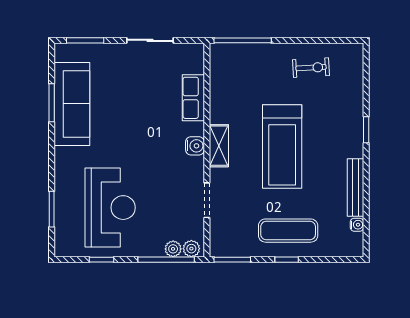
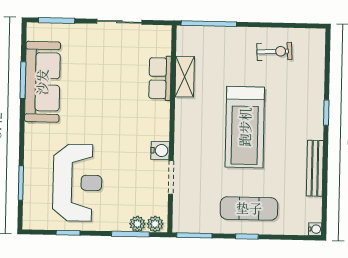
water cooler: (195, 146) -> (160, 150), moved
shelving: (219, 146) -> (185, 77), moved
water cooler: (357, 225) -> (315, 229), moved
window: (166, 260) -> (130, 234), width x0.69

